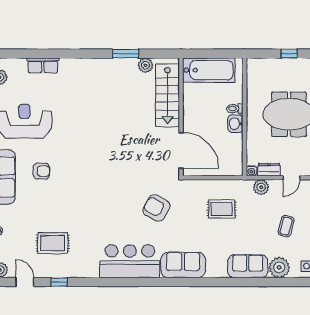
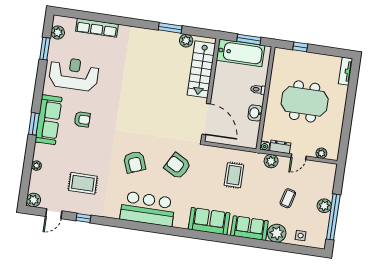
window: (216, 54) -> (249, 39), added
window: (289, 54) -> (300, 47), moved
row of seats: (43, 65) -> (97, 28), width x1.48
washbasin: (235, 124) -> (255, 113), moved
rug: (222, 209) -> (234, 175), turned 90
armchair: (107, 211) -> (135, 162), added
sofa: (183, 265) -> (209, 221), moved
door: (25, 282) -> (54, 214), swing flipped

